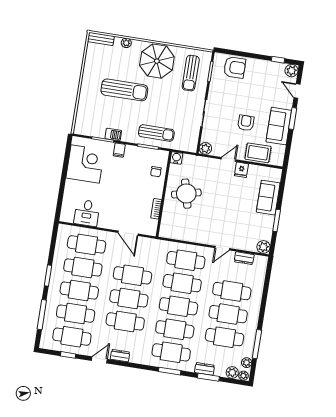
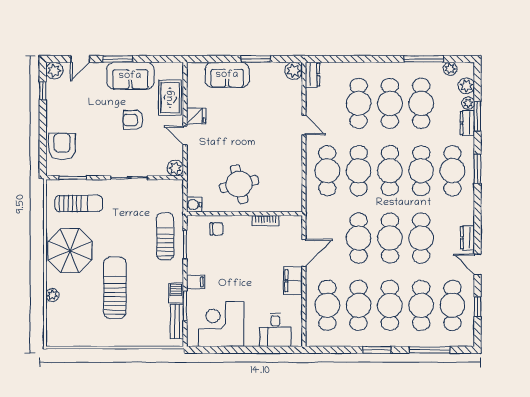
bench: (101, 39) -> (177, 322), moved
desk: (87, 213) -> (275, 330), moved, turned 90
filing cabinet: (109, 222) -> (293, 281), added
dresser: (244, 258) -> (312, 75), moved
plant: (243, 376) -> (468, 103), moved

